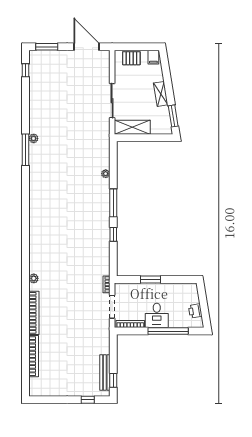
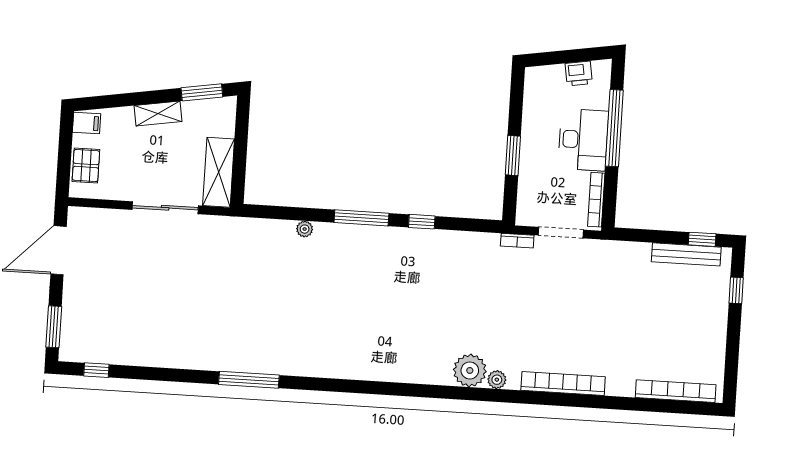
plant: (34, 138) -> (470, 370), moved, width x1.88, depth x1.88
desk: (157, 315) -> (583, 140), width x1.37
bookcase: (34, 356) -> (676, 391), moved

